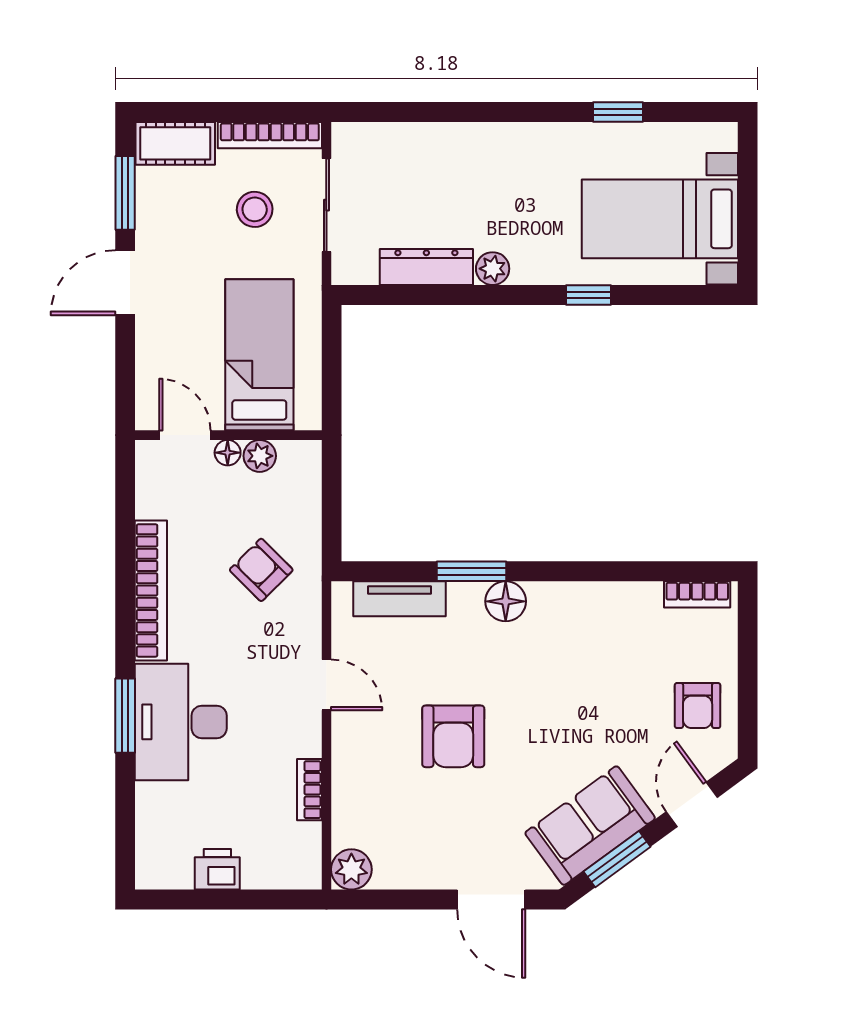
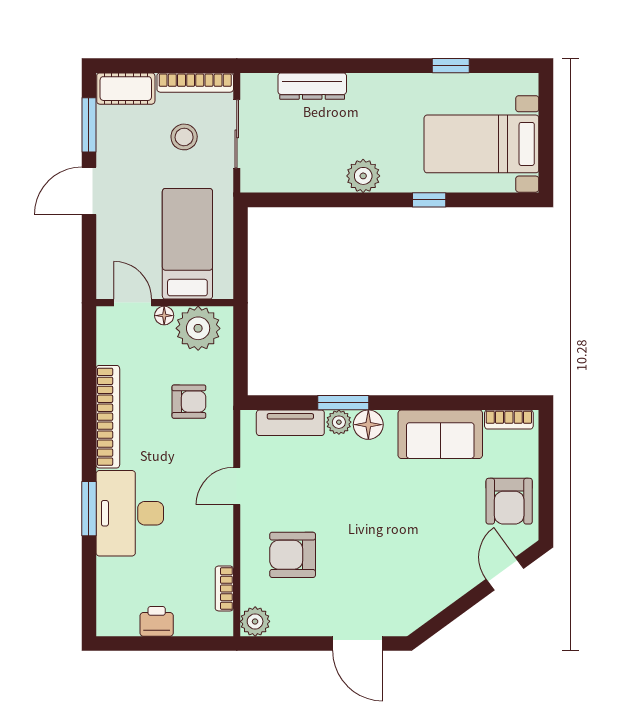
dresser: (426, 267) -> (312, 86), moved, turned 180
plant: (493, 269) -> (363, 176), width x1.38, depth x1.38
plant: (260, 456) -> (198, 328), width x1.88, depth x1.88
armchair: (261, 570) -> (189, 402), turned 135
plant: (466, 598) -> (339, 422), added
door: (326, 685) -> (237, 486), swing flipped
armchair: (698, 706) -> (509, 501), width x1.38, depth x1.38
armchair: (453, 736) -> (293, 555), moved, turned 90
bookcase: (310, 790) -> (224, 588), moved
sofa: (590, 826) -> (440, 434), moved, turned -144
window: (617, 859) -> (450, 614), removed

